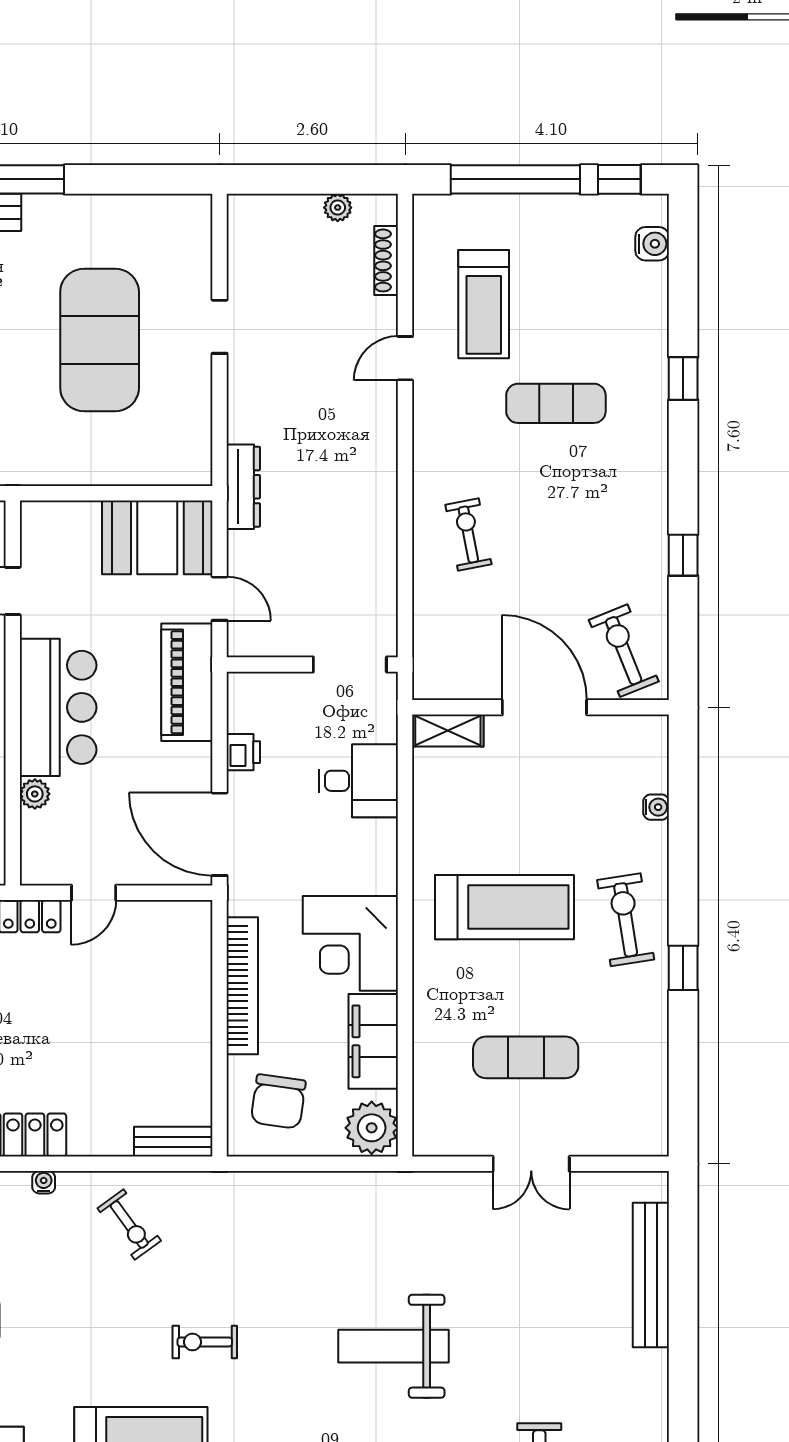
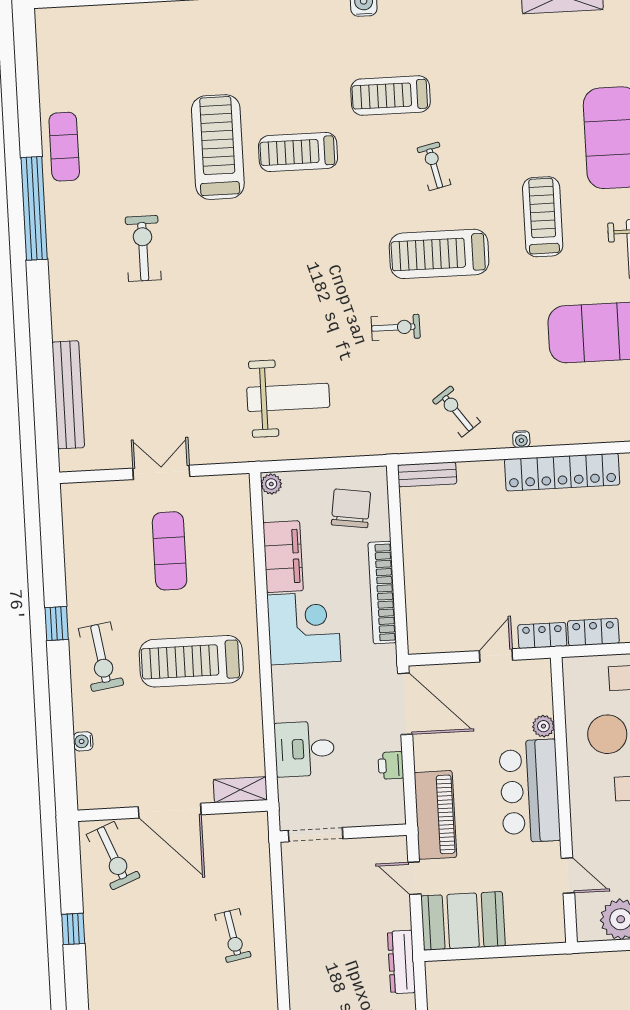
exercise mat: (526, 1057) -> (170, 551), turned 90
plant: (372, 1128) -> (271, 484), width x0.53, depth x0.53
weight bench: (394, 1346) -> (288, 397), moved

